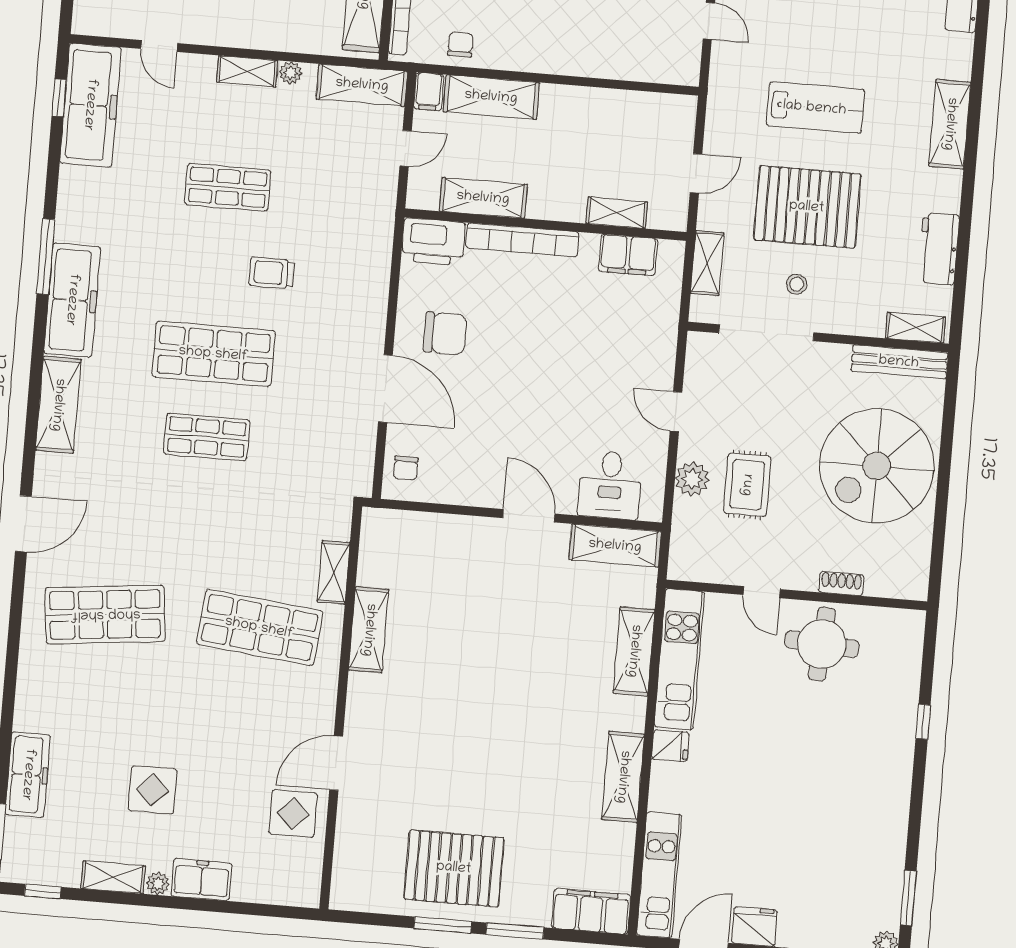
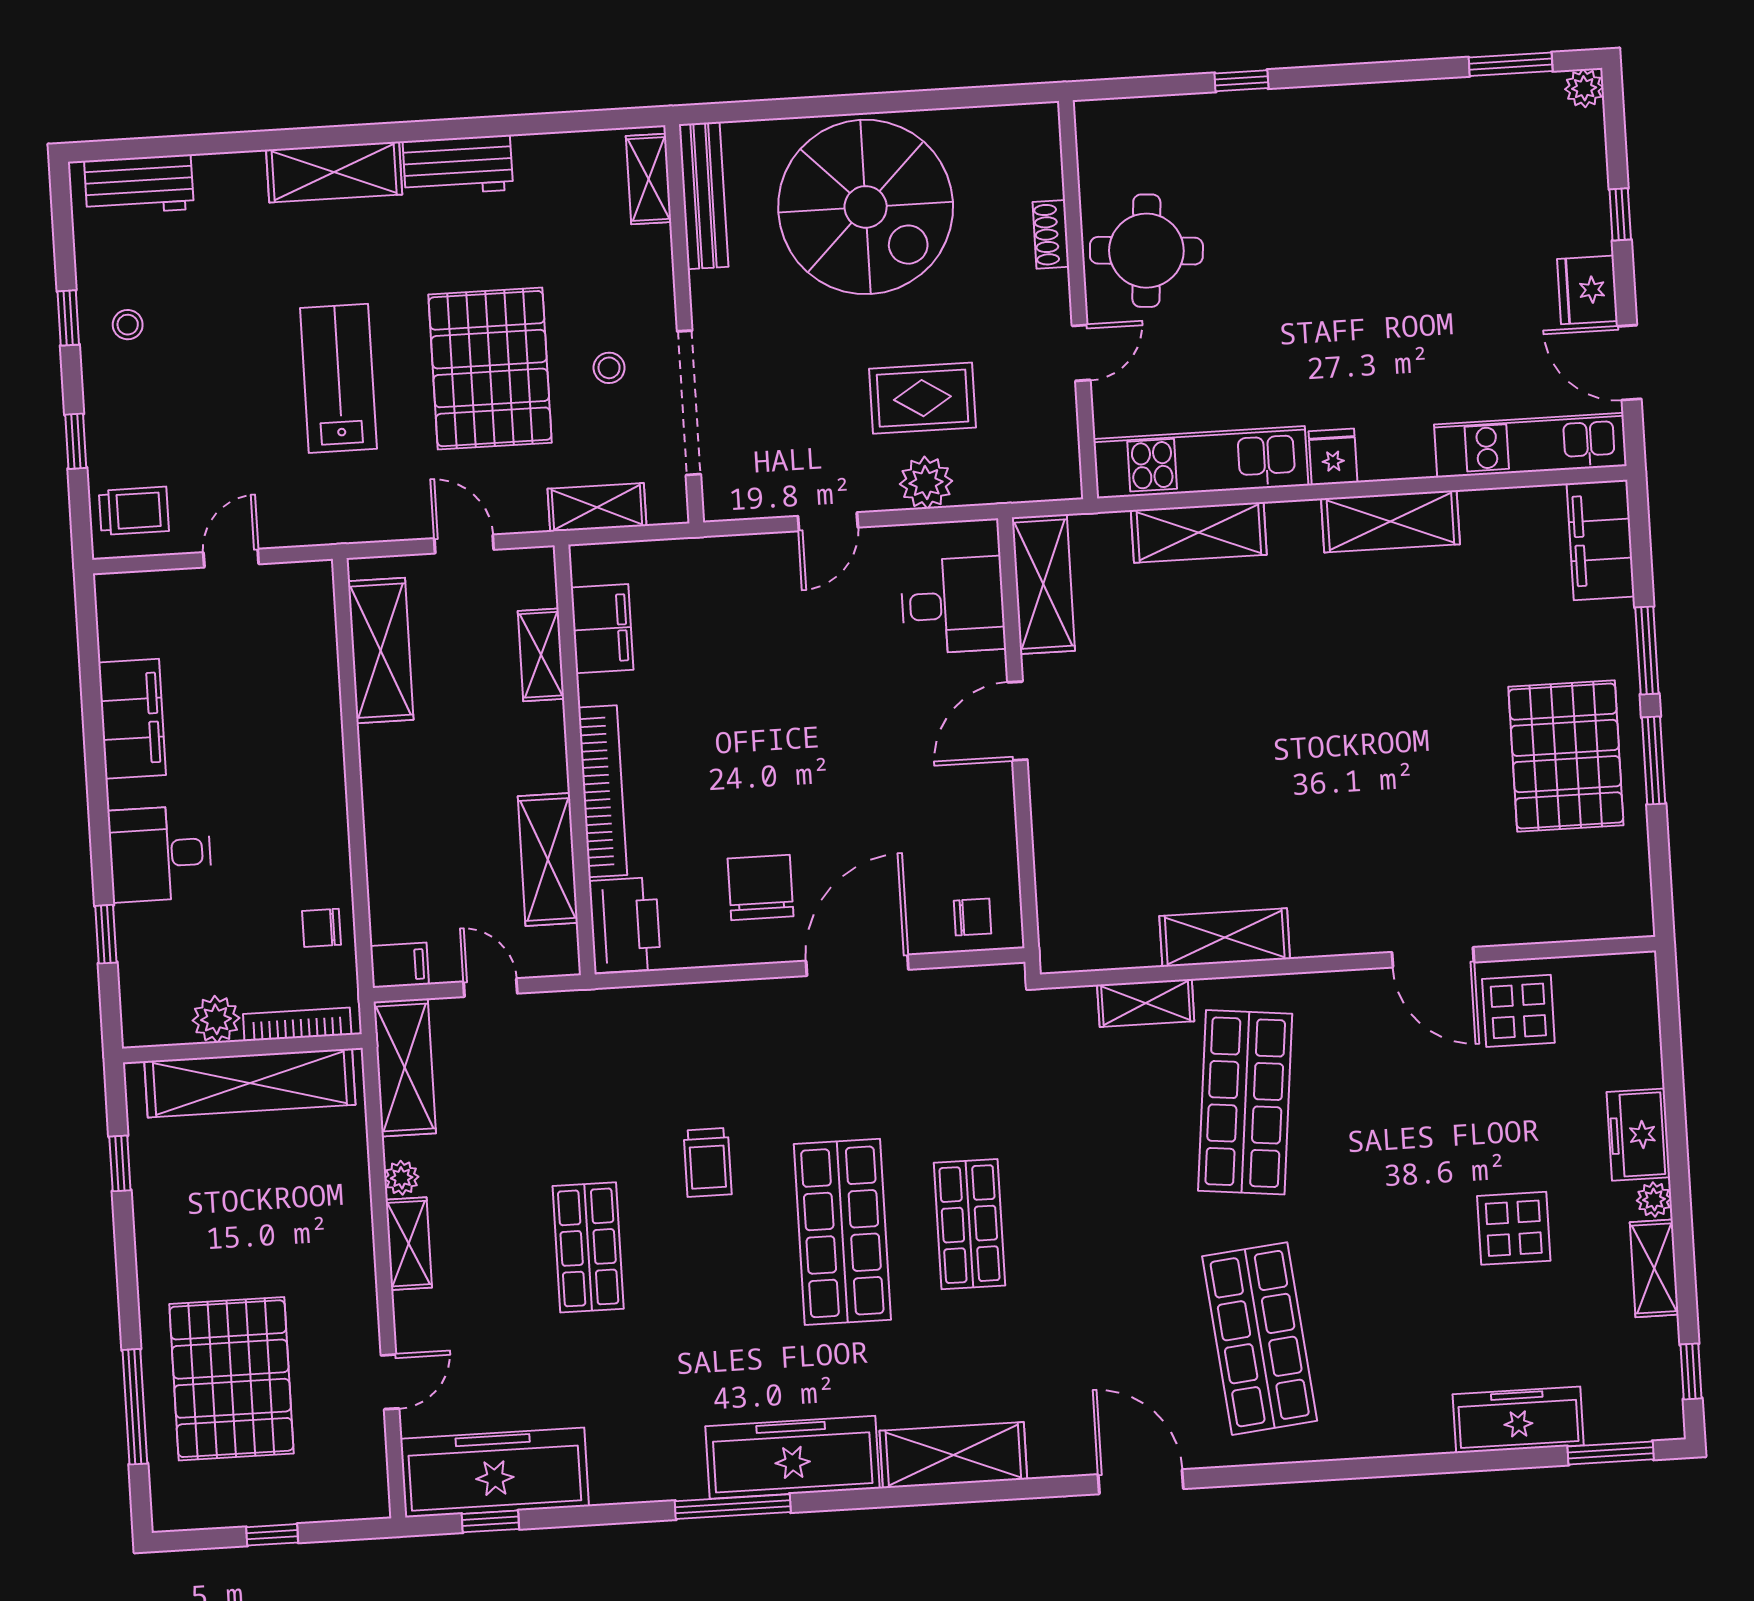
shelving: (491, 97) -> (381, 651), moved
workbench: (939, 249) -> (458, 165), moved

